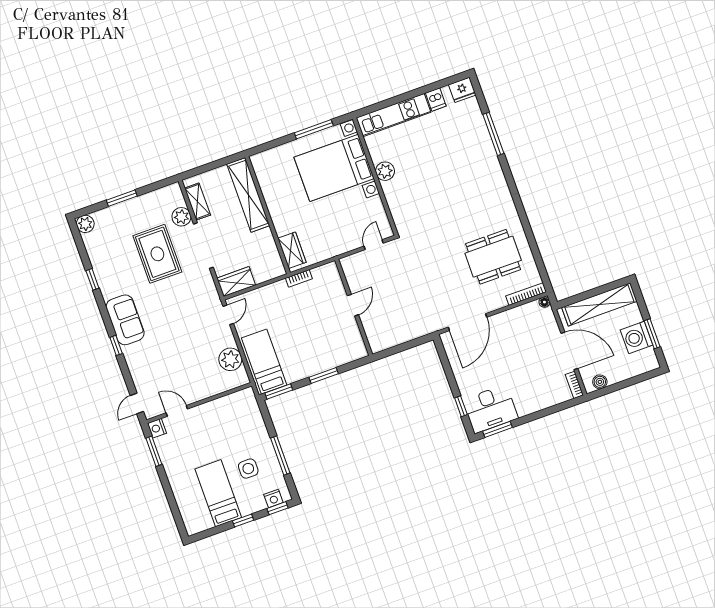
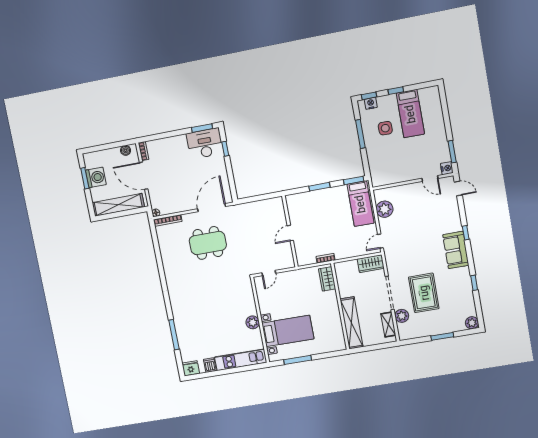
bed with nightstands: (334, 168) -> (288, 331), width x0.73
dining table: (493, 257) -> (208, 243), moved
door: (137, 404) -> (458, 188), hinge flipped

